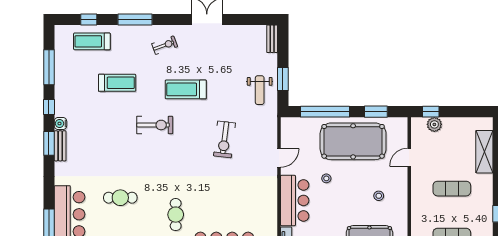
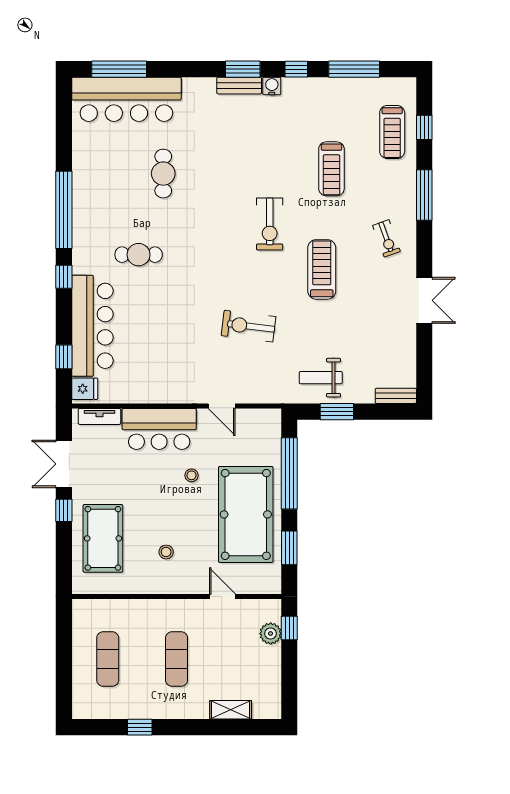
treadmill: (92, 41) -> (392, 132), turned 180
shelving: (484, 152) -> (231, 710), width x0.67, depth x0.75

